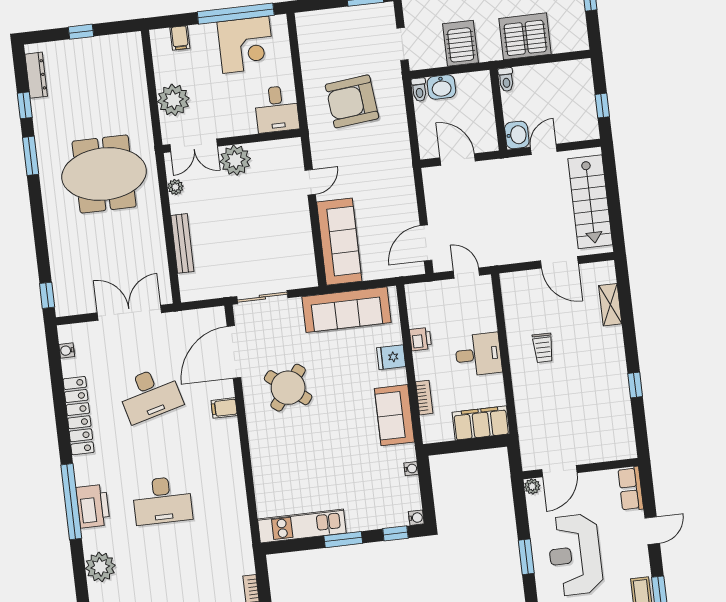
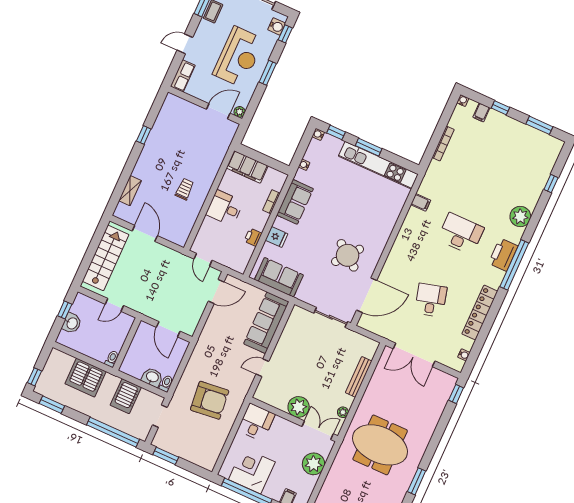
washbasin: (517, 135) -> (72, 323), moved, turned 180
sofa: (346, 310) -> (279, 277), width x0.73
desk: (150, 394) -> (431, 300), width x0.73
filing cabinet: (224, 408) -> (421, 202), moved
kitchen unit: (302, 526) -> (378, 165), width x1.36

